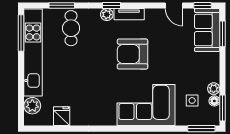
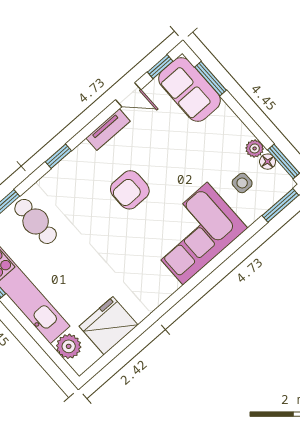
tv unit: (129, 14) -> (108, 130), moved
plant: (107, 15) -> (62, 171), removed
armchair: (132, 54) -> (130, 190), width x0.73, depth x0.73
fridge: (62, 116) -> (108, 326), width x1.88, depth x1.34

